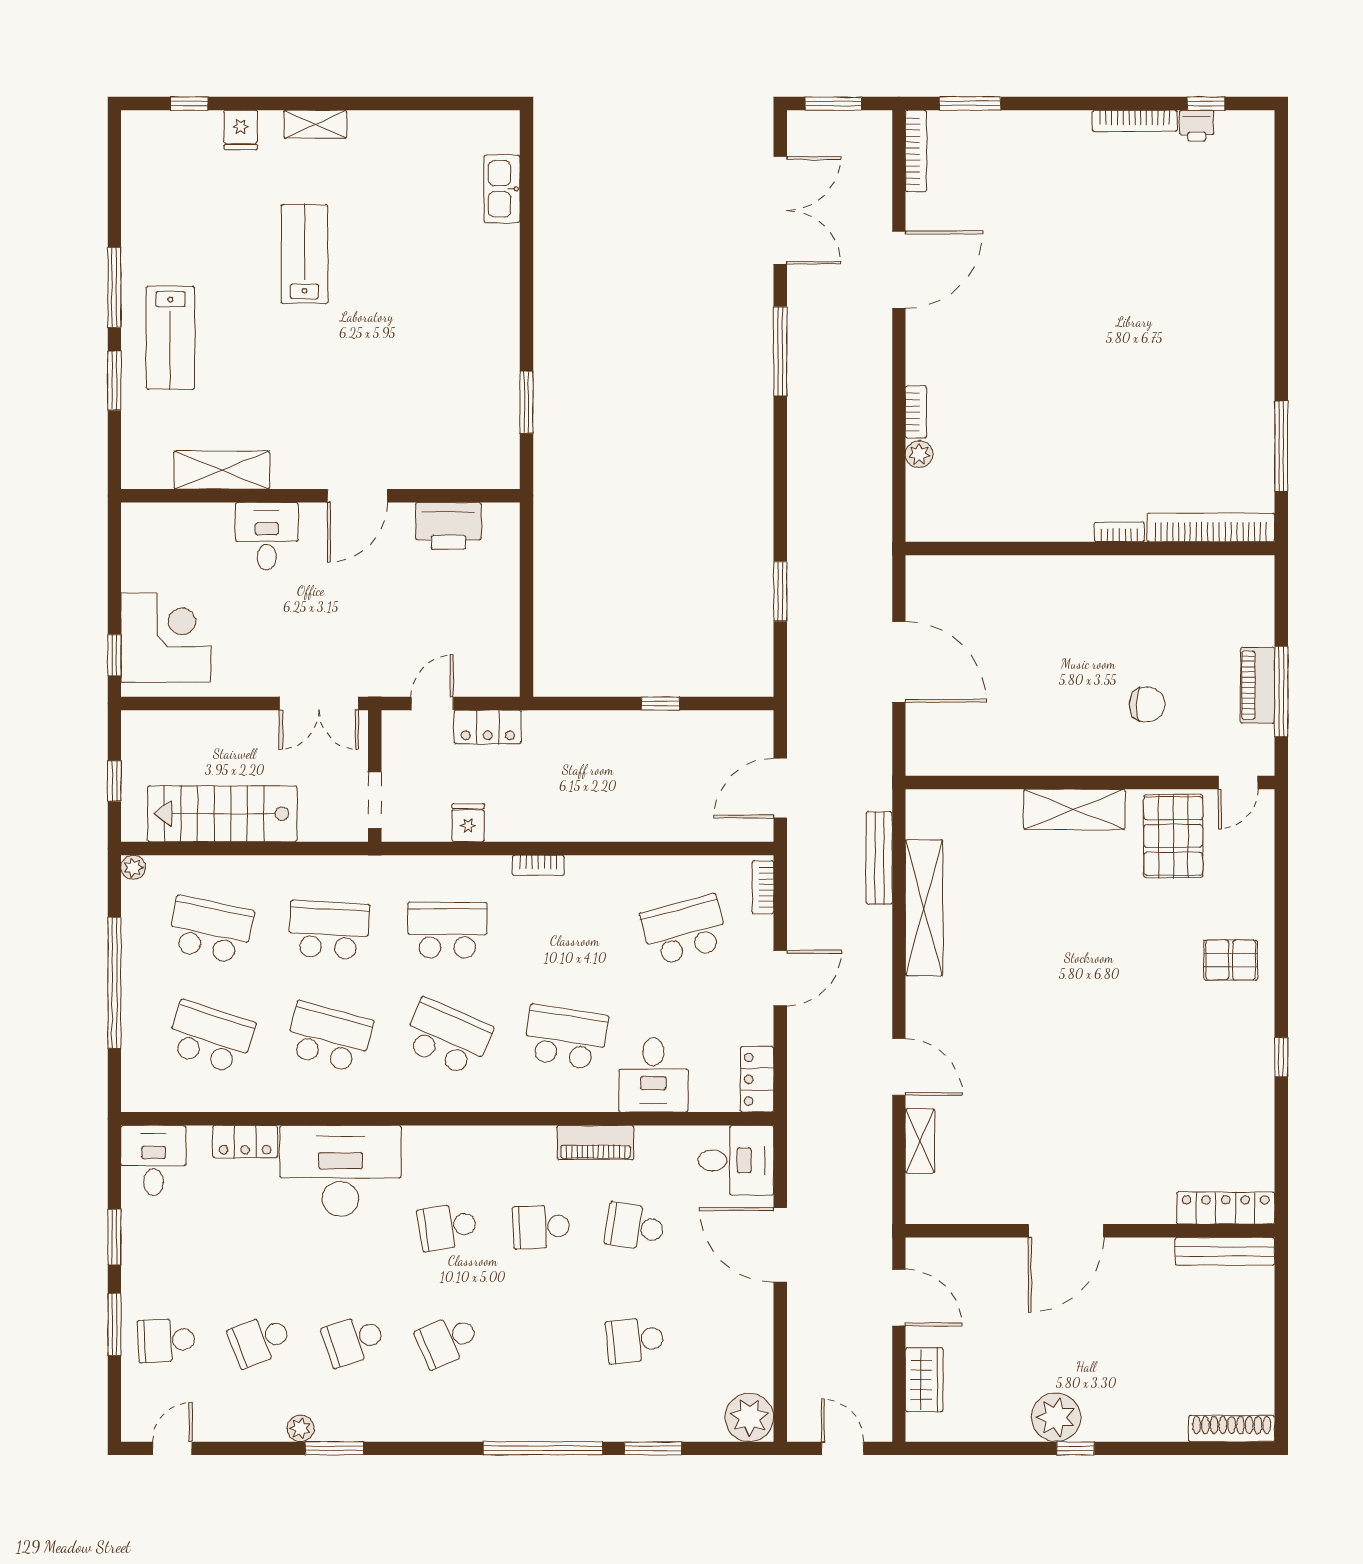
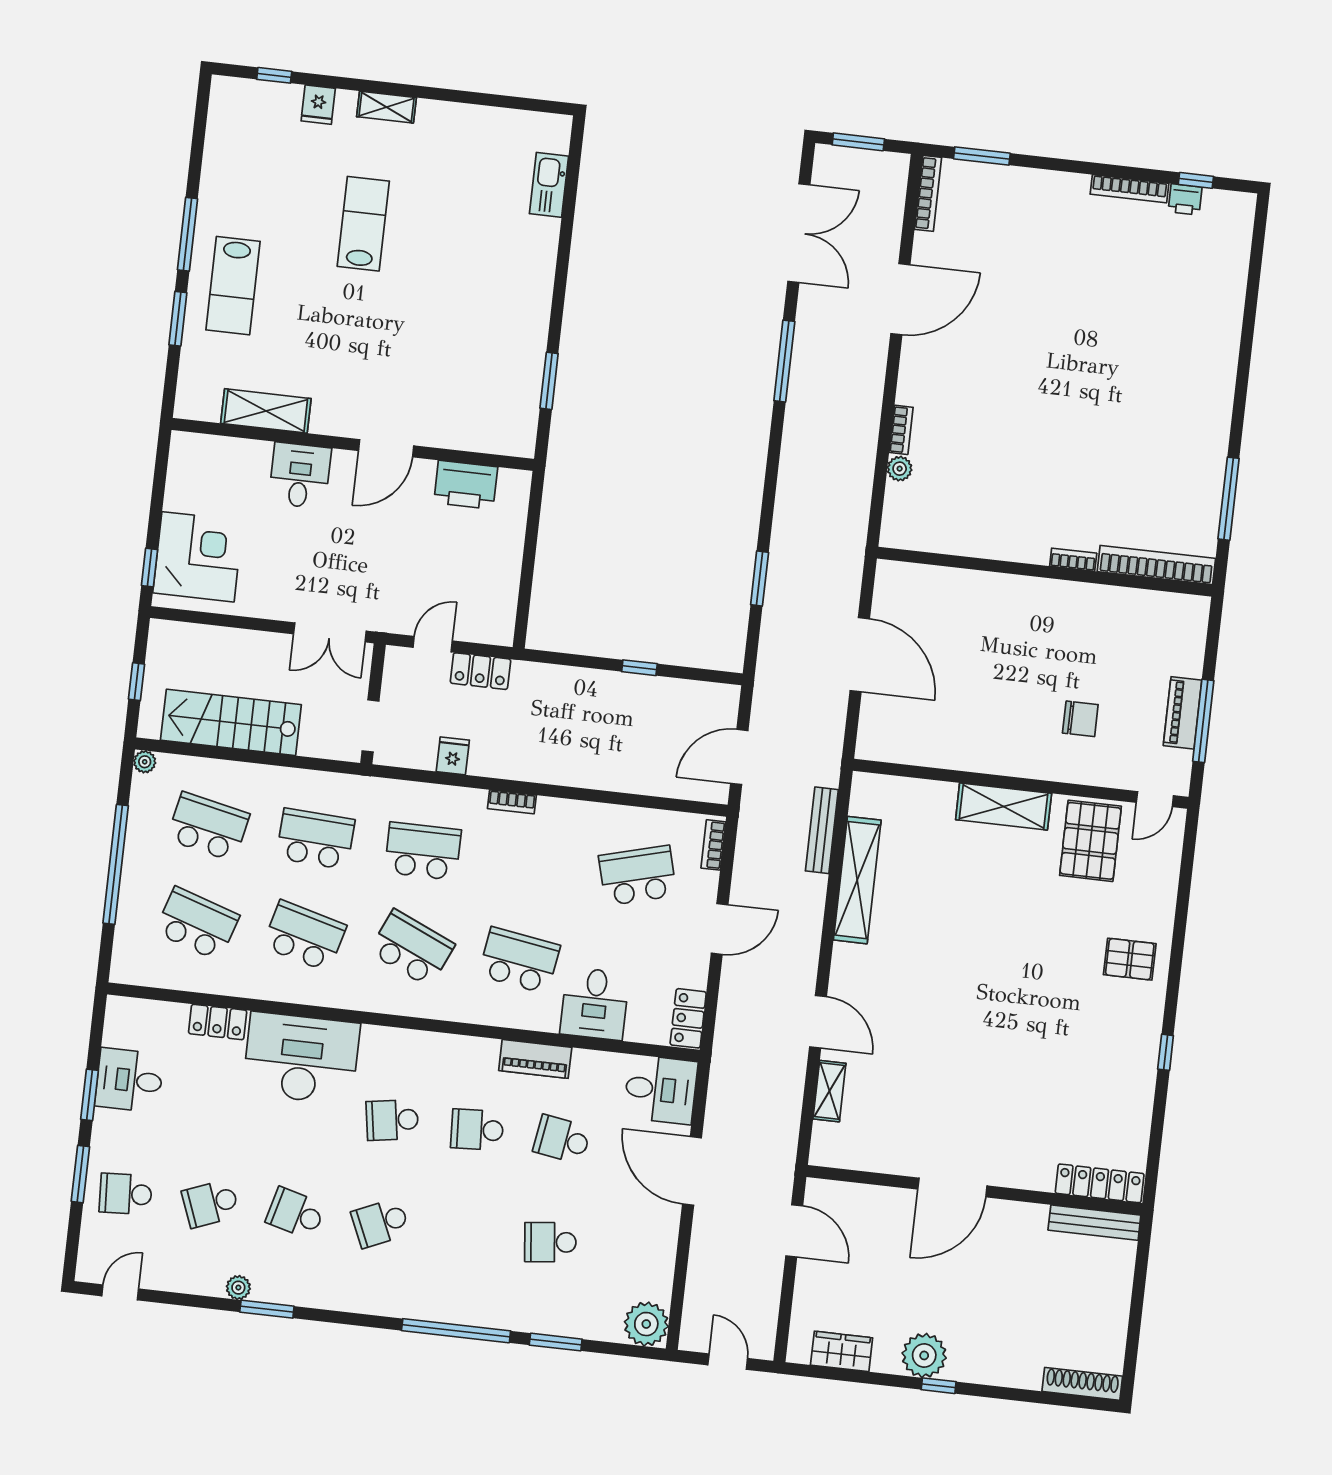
desk: (153, 1160) -> (129, 1080), moved, turned -90
school desk: (354, 1340) -> (296, 1213), turned 33
wardrobe: (924, 1380) -> (842, 1351), moved, turned -90

